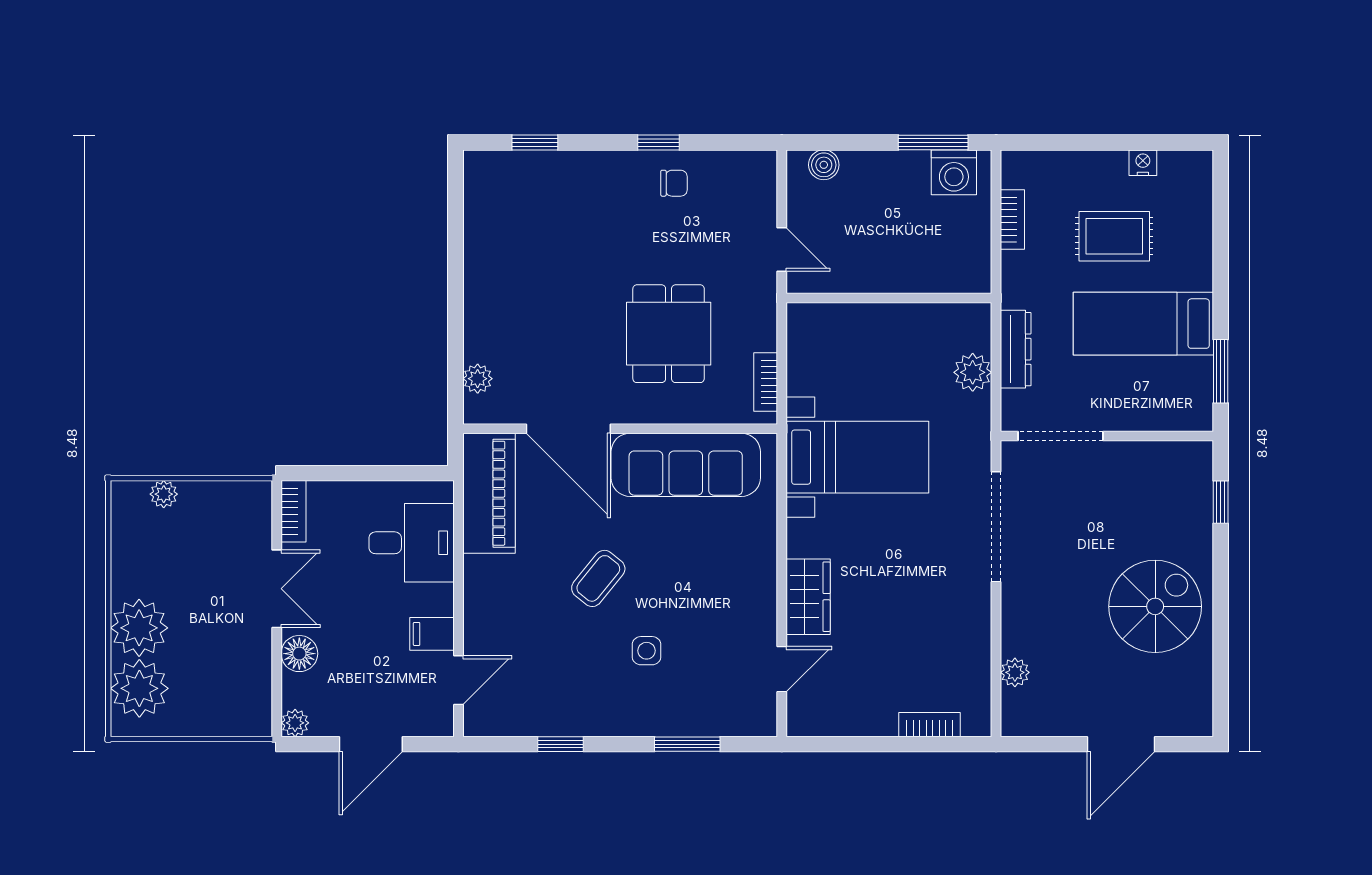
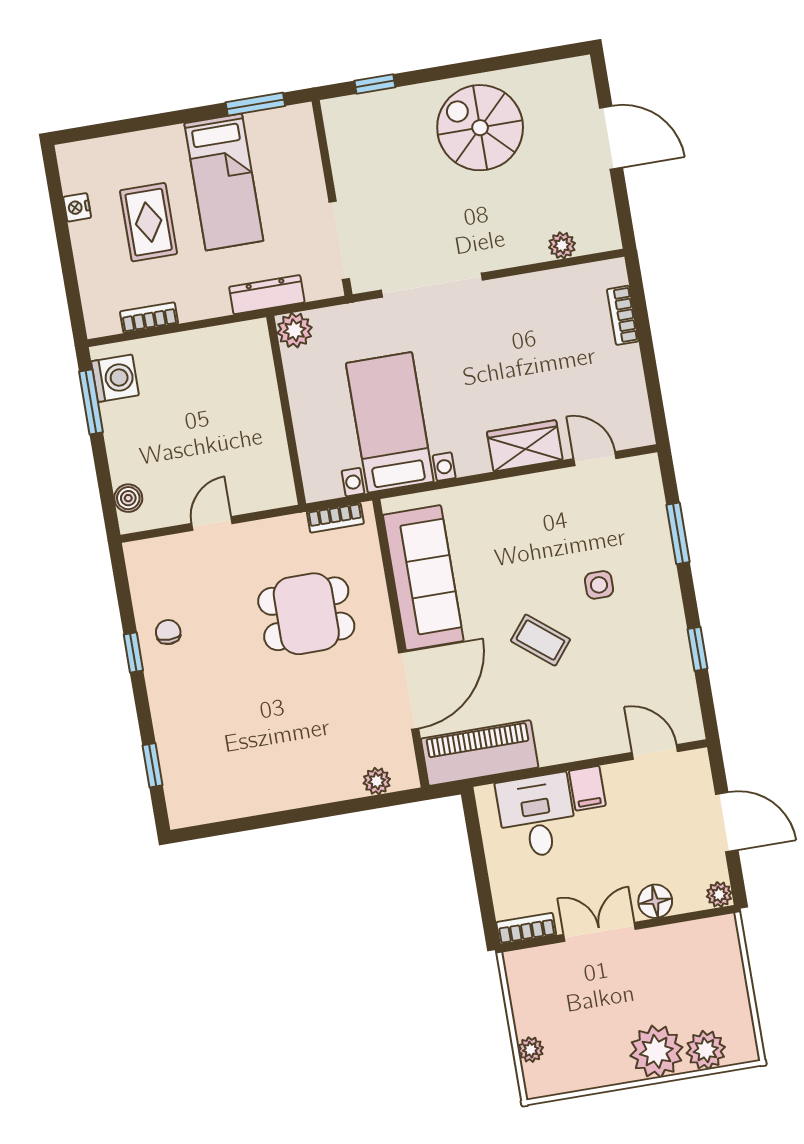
wall: (889, 298) -> (286, 410), moved
filing cabinet: (432, 634) -> (587, 788), moved
plant: (139, 688) -> (706, 1050), width x0.73, depth x0.73

